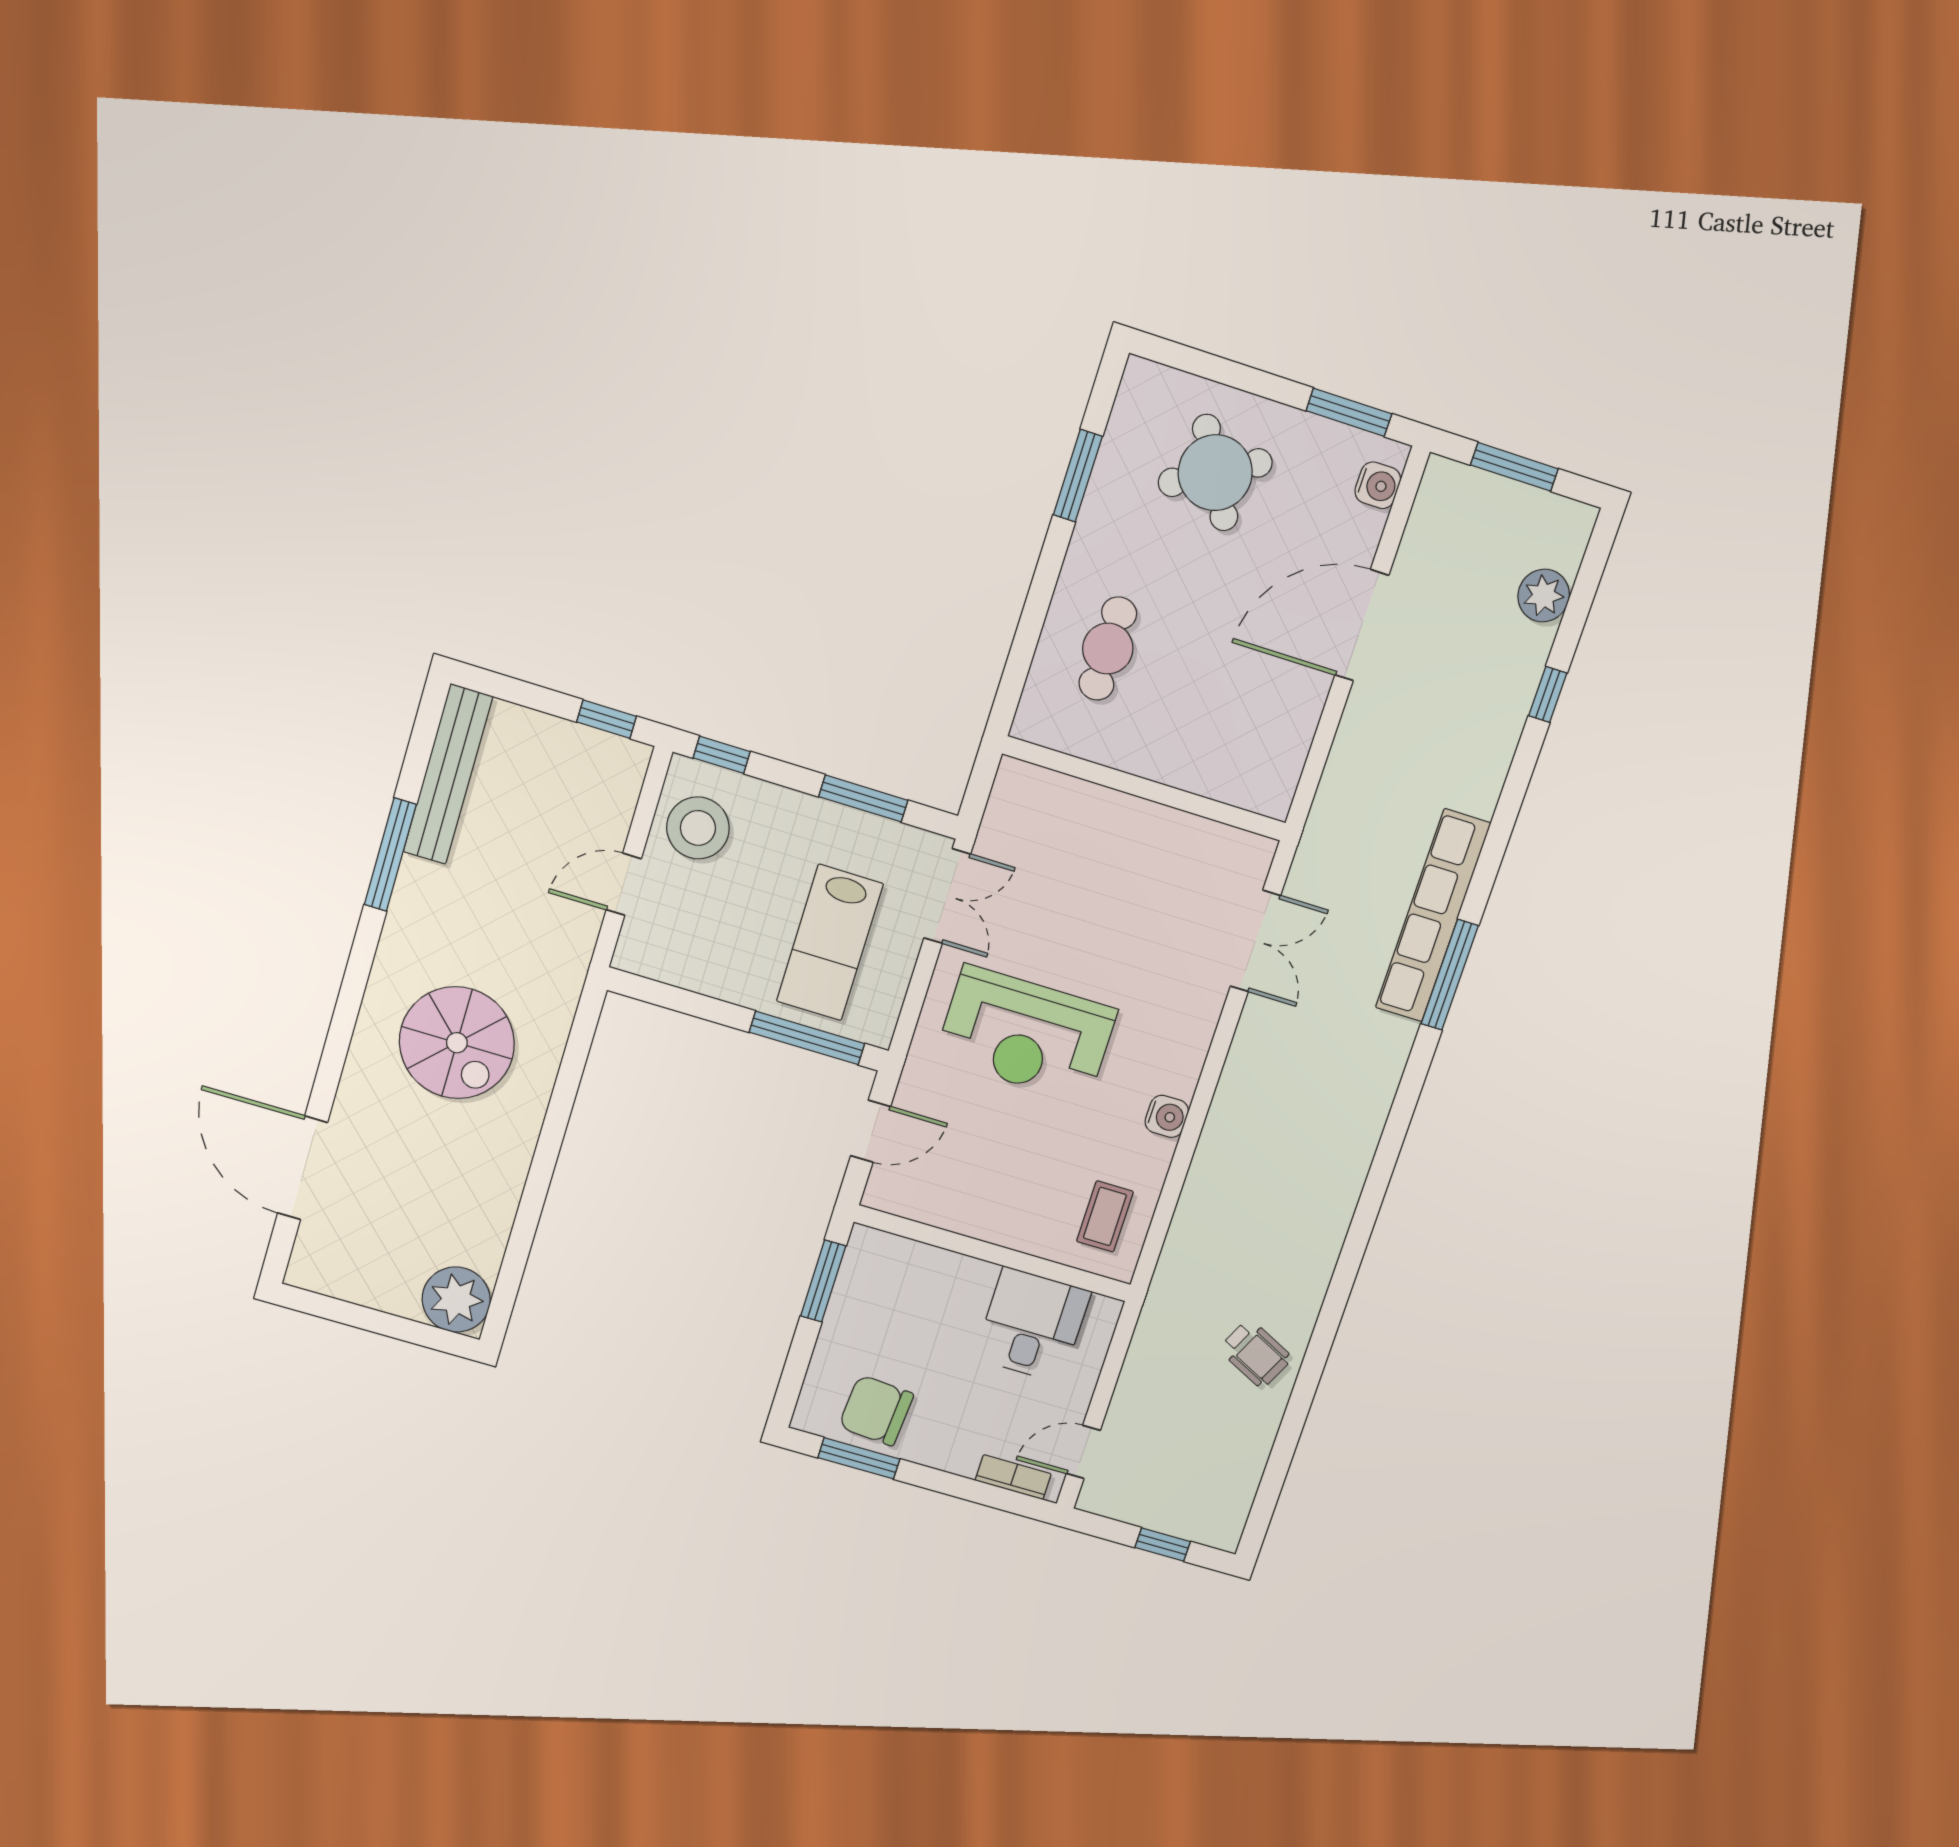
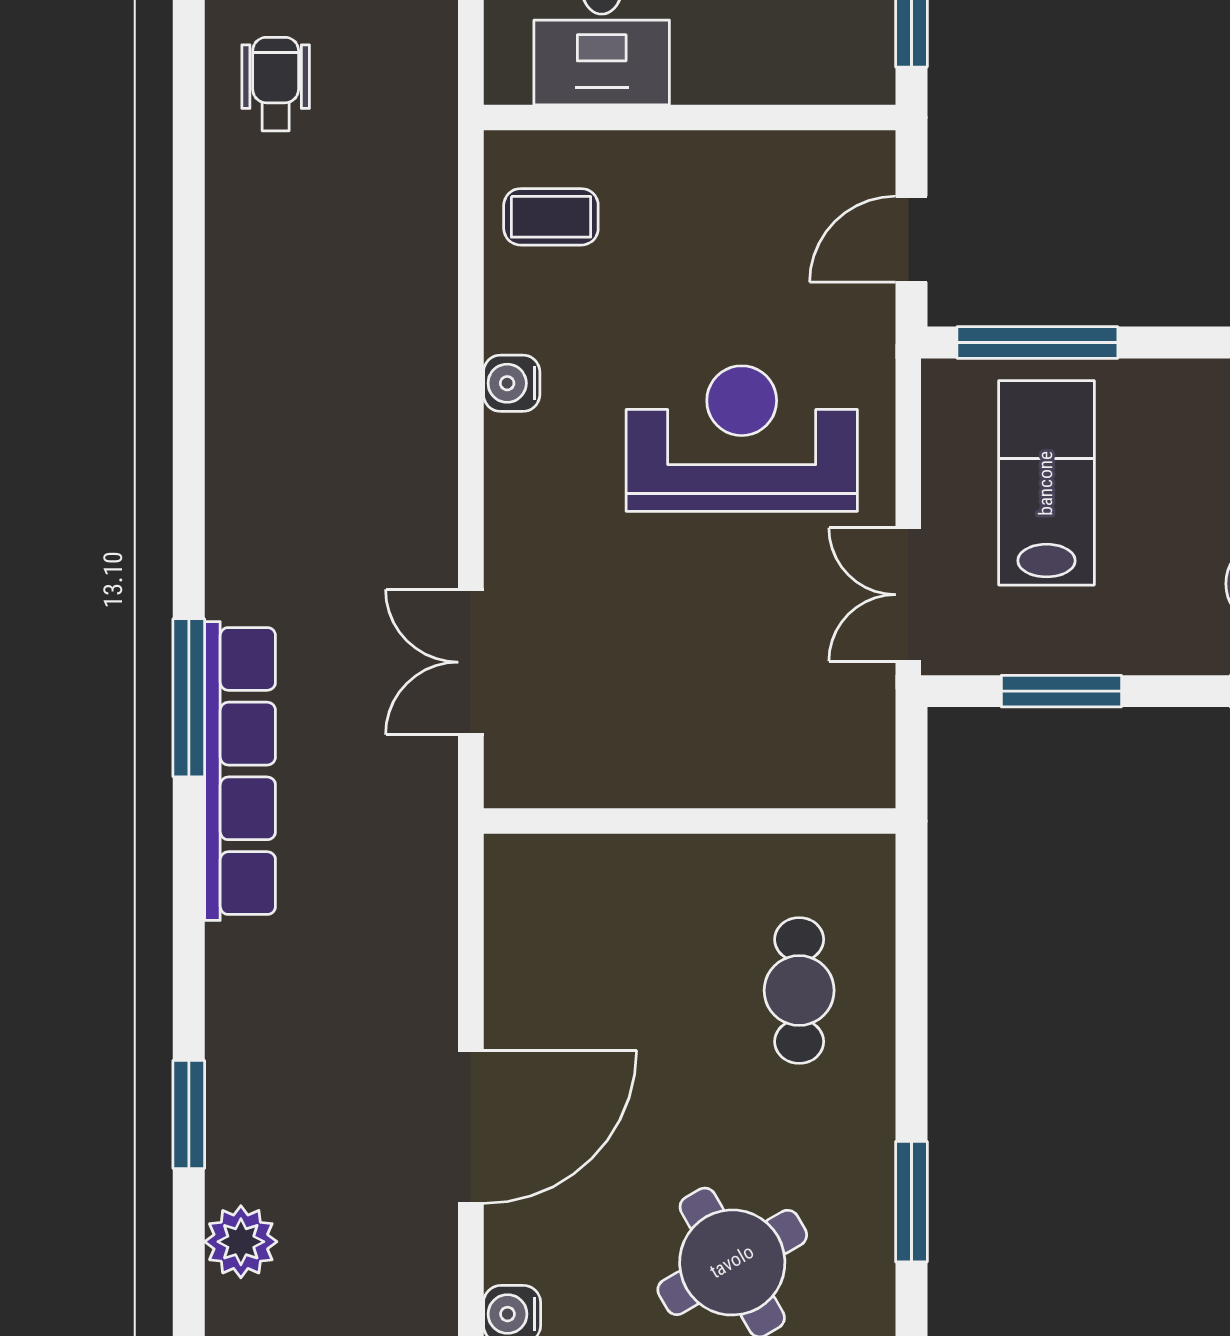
window: (1548, 694) -> (189, 1114), width x1.50
coffee table: (1105, 1216) -> (551, 217), turned 90
wheelchair: (1255, 1354) -> (276, 84), turned 64

